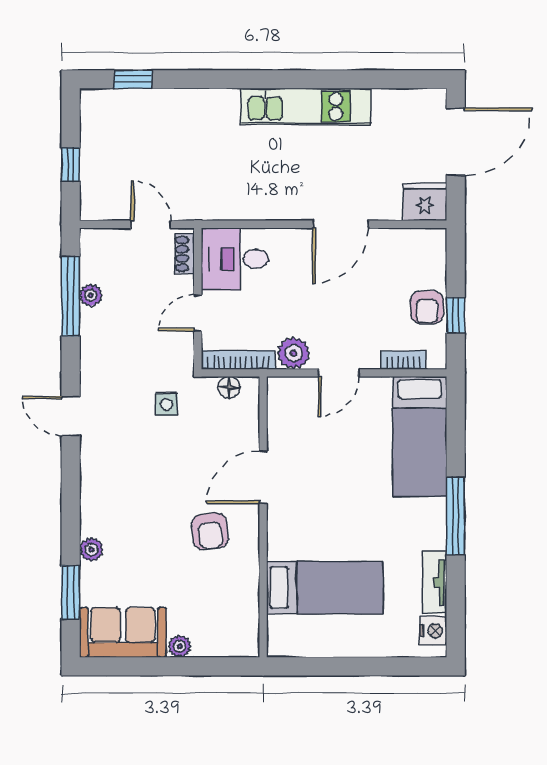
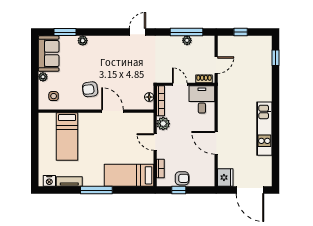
armchair: (427, 307) -> (182, 178), turned 180
side table: (166, 404) -> (54, 96), moved

